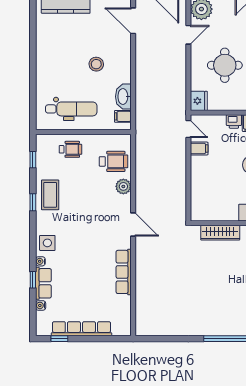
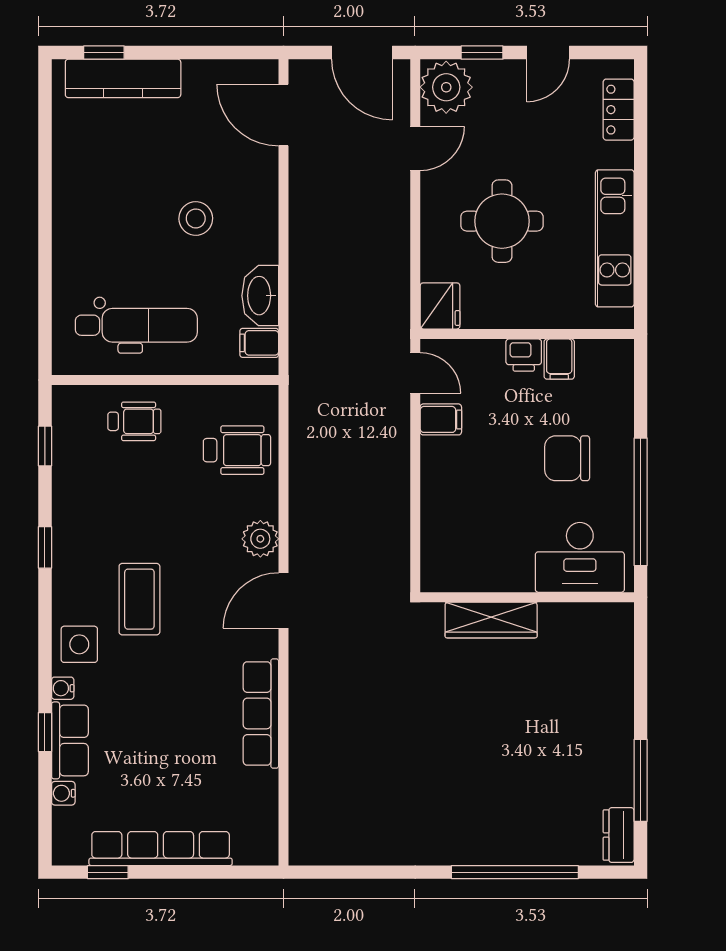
plant: (123, 186) -> (260, 539), moved
coffee table: (50, 195) -> (139, 599), moved
door: (133, 225) -> (284, 600), swing flipped

